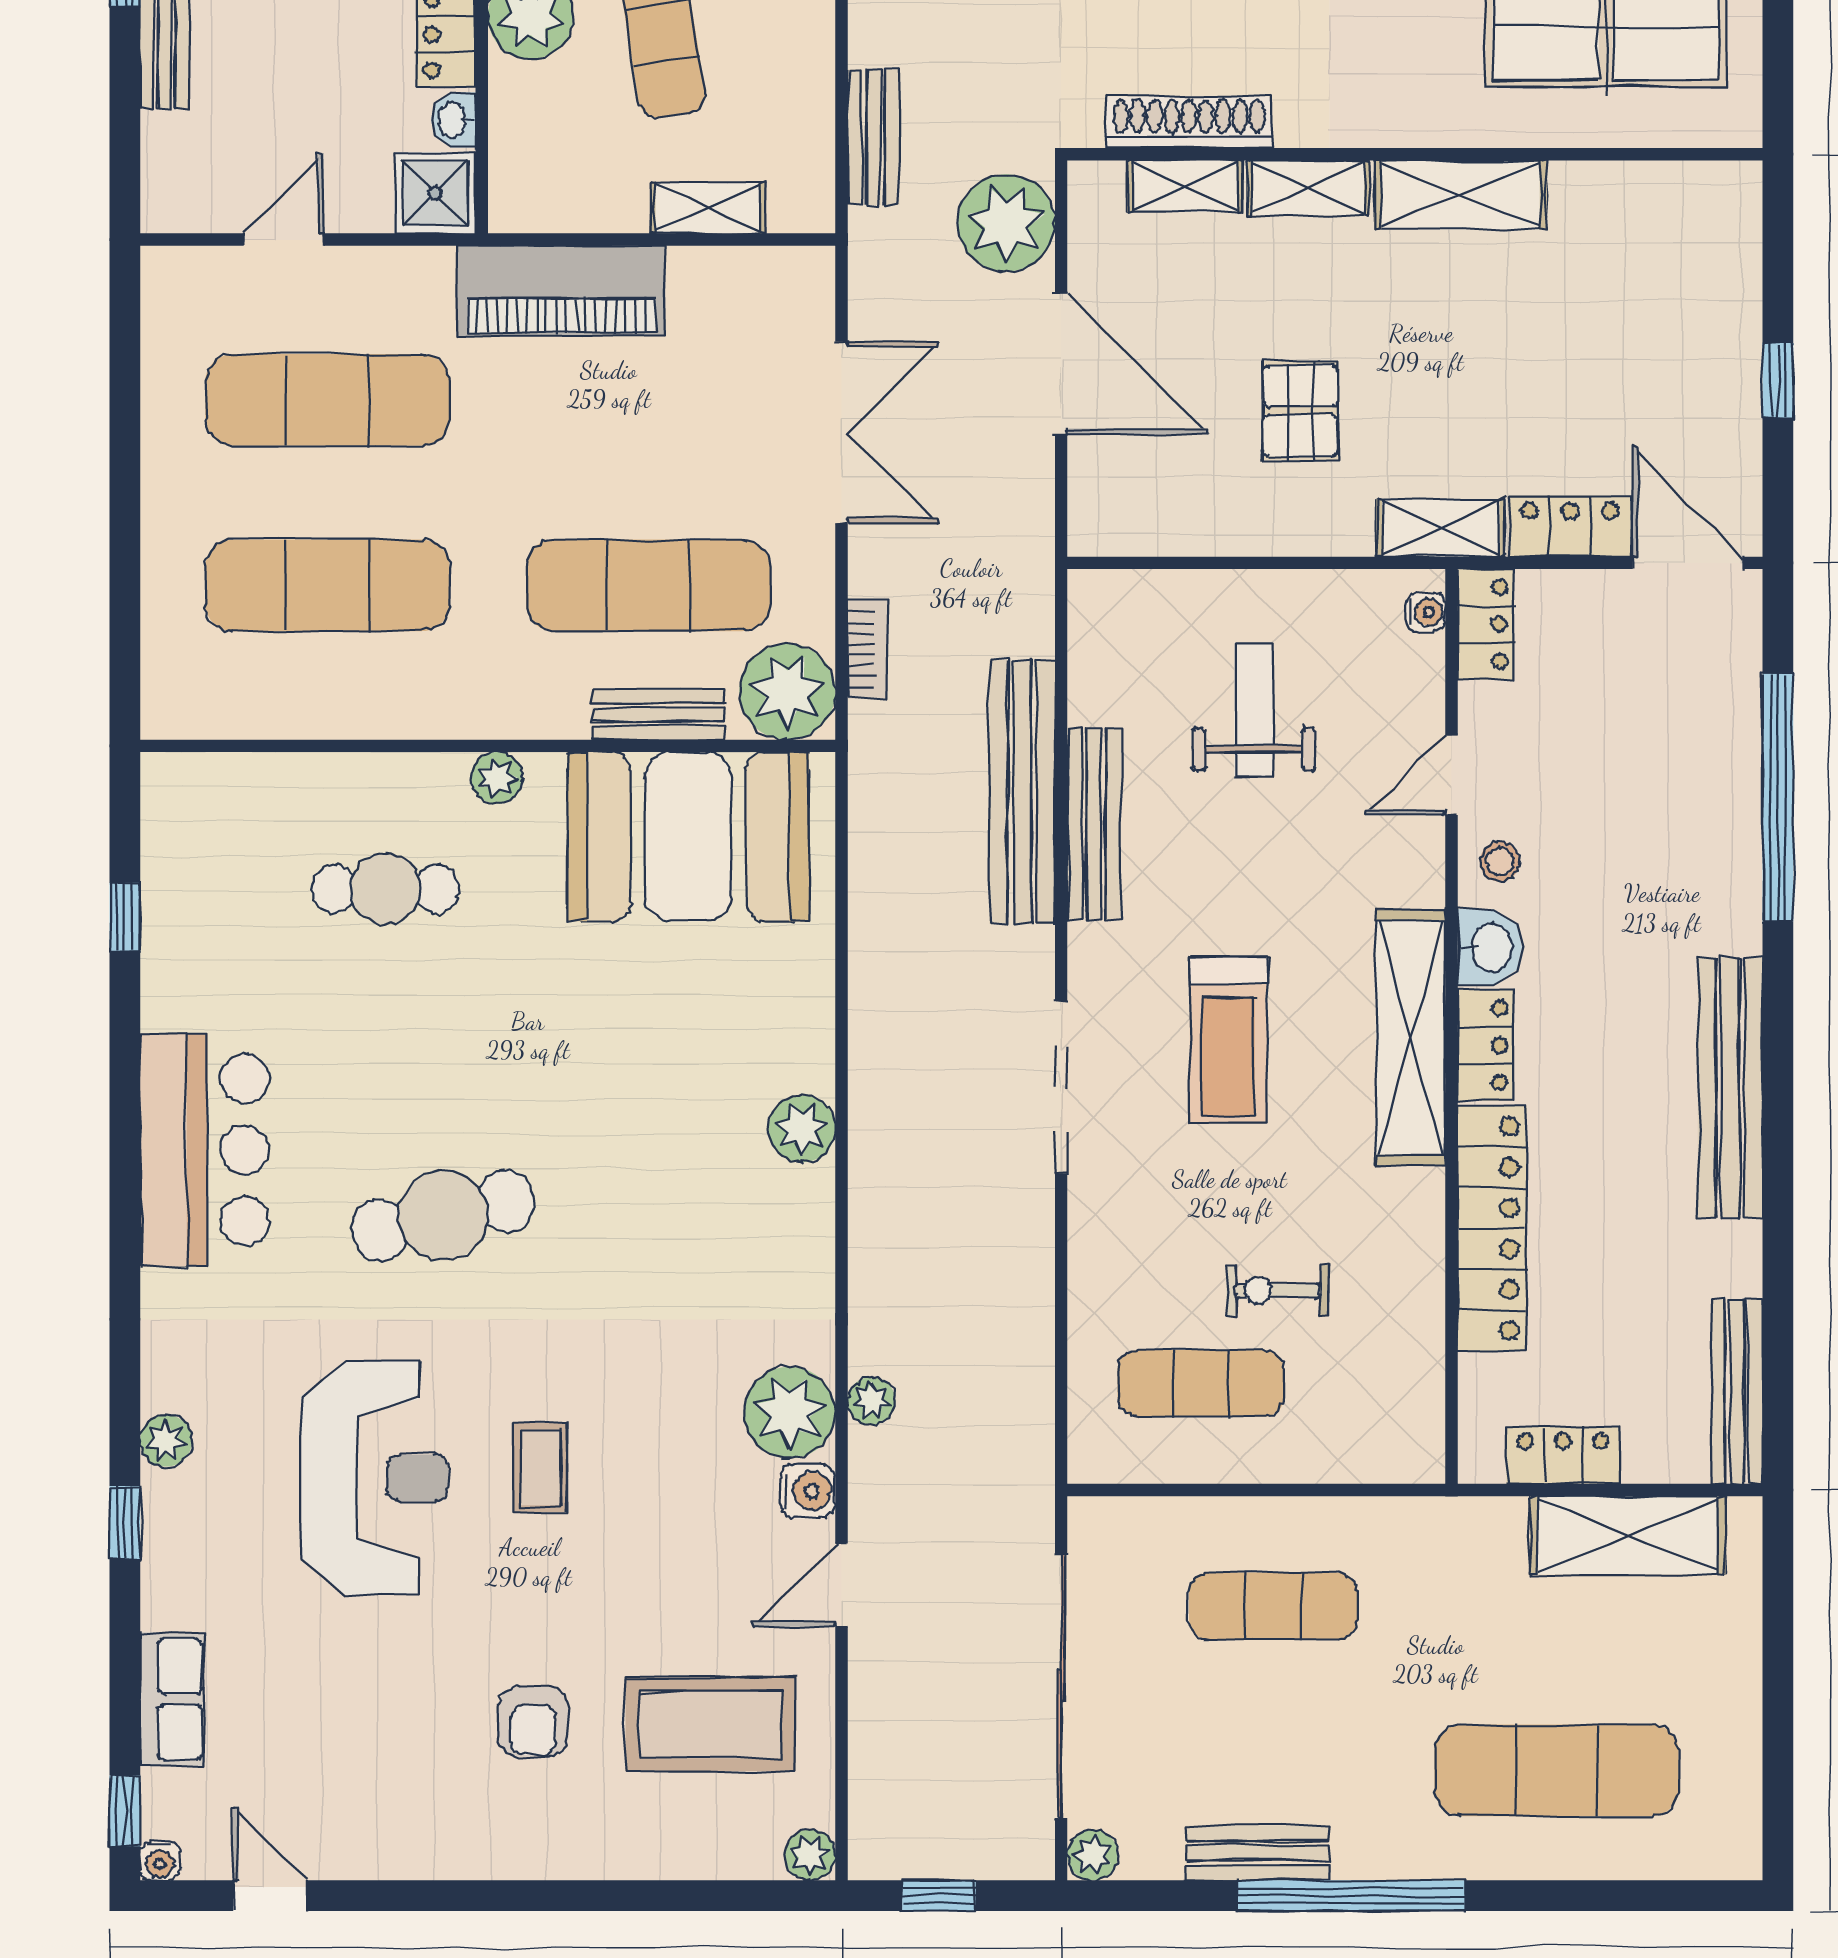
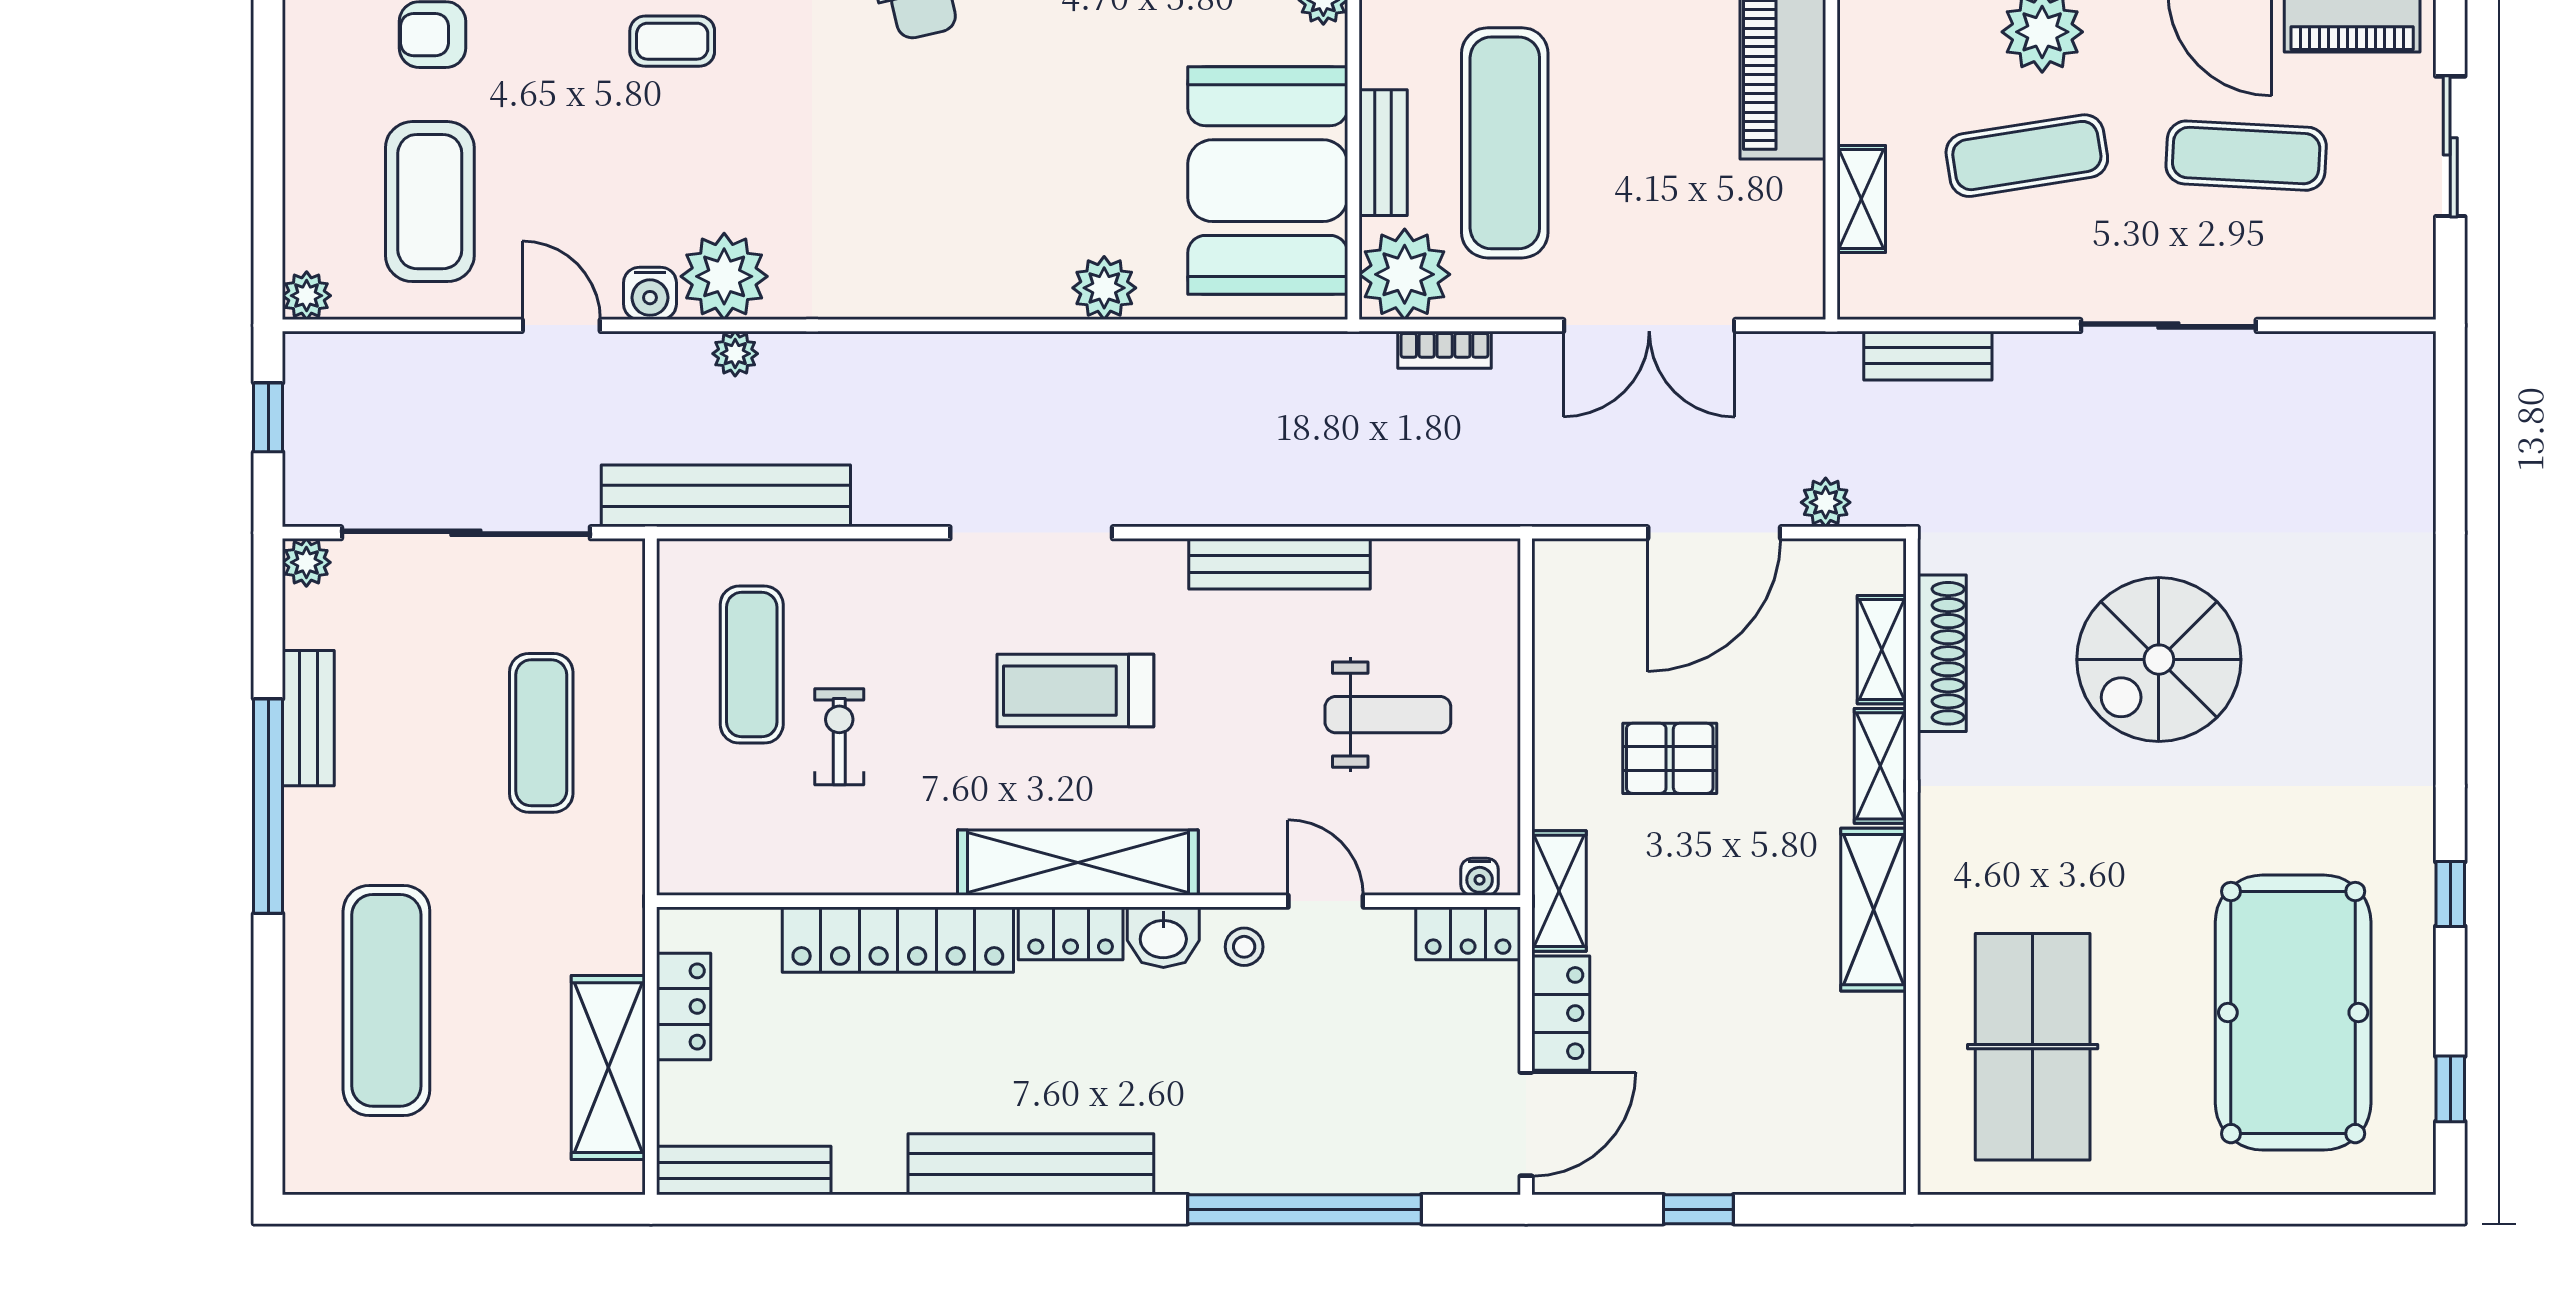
plant: (1006, 223) -> (1826, 502), width x0.53, depth x0.53
bench: (1022, 792) -> (726, 496), moved
plant: (802, 1129) -> (1104, 288), moved

